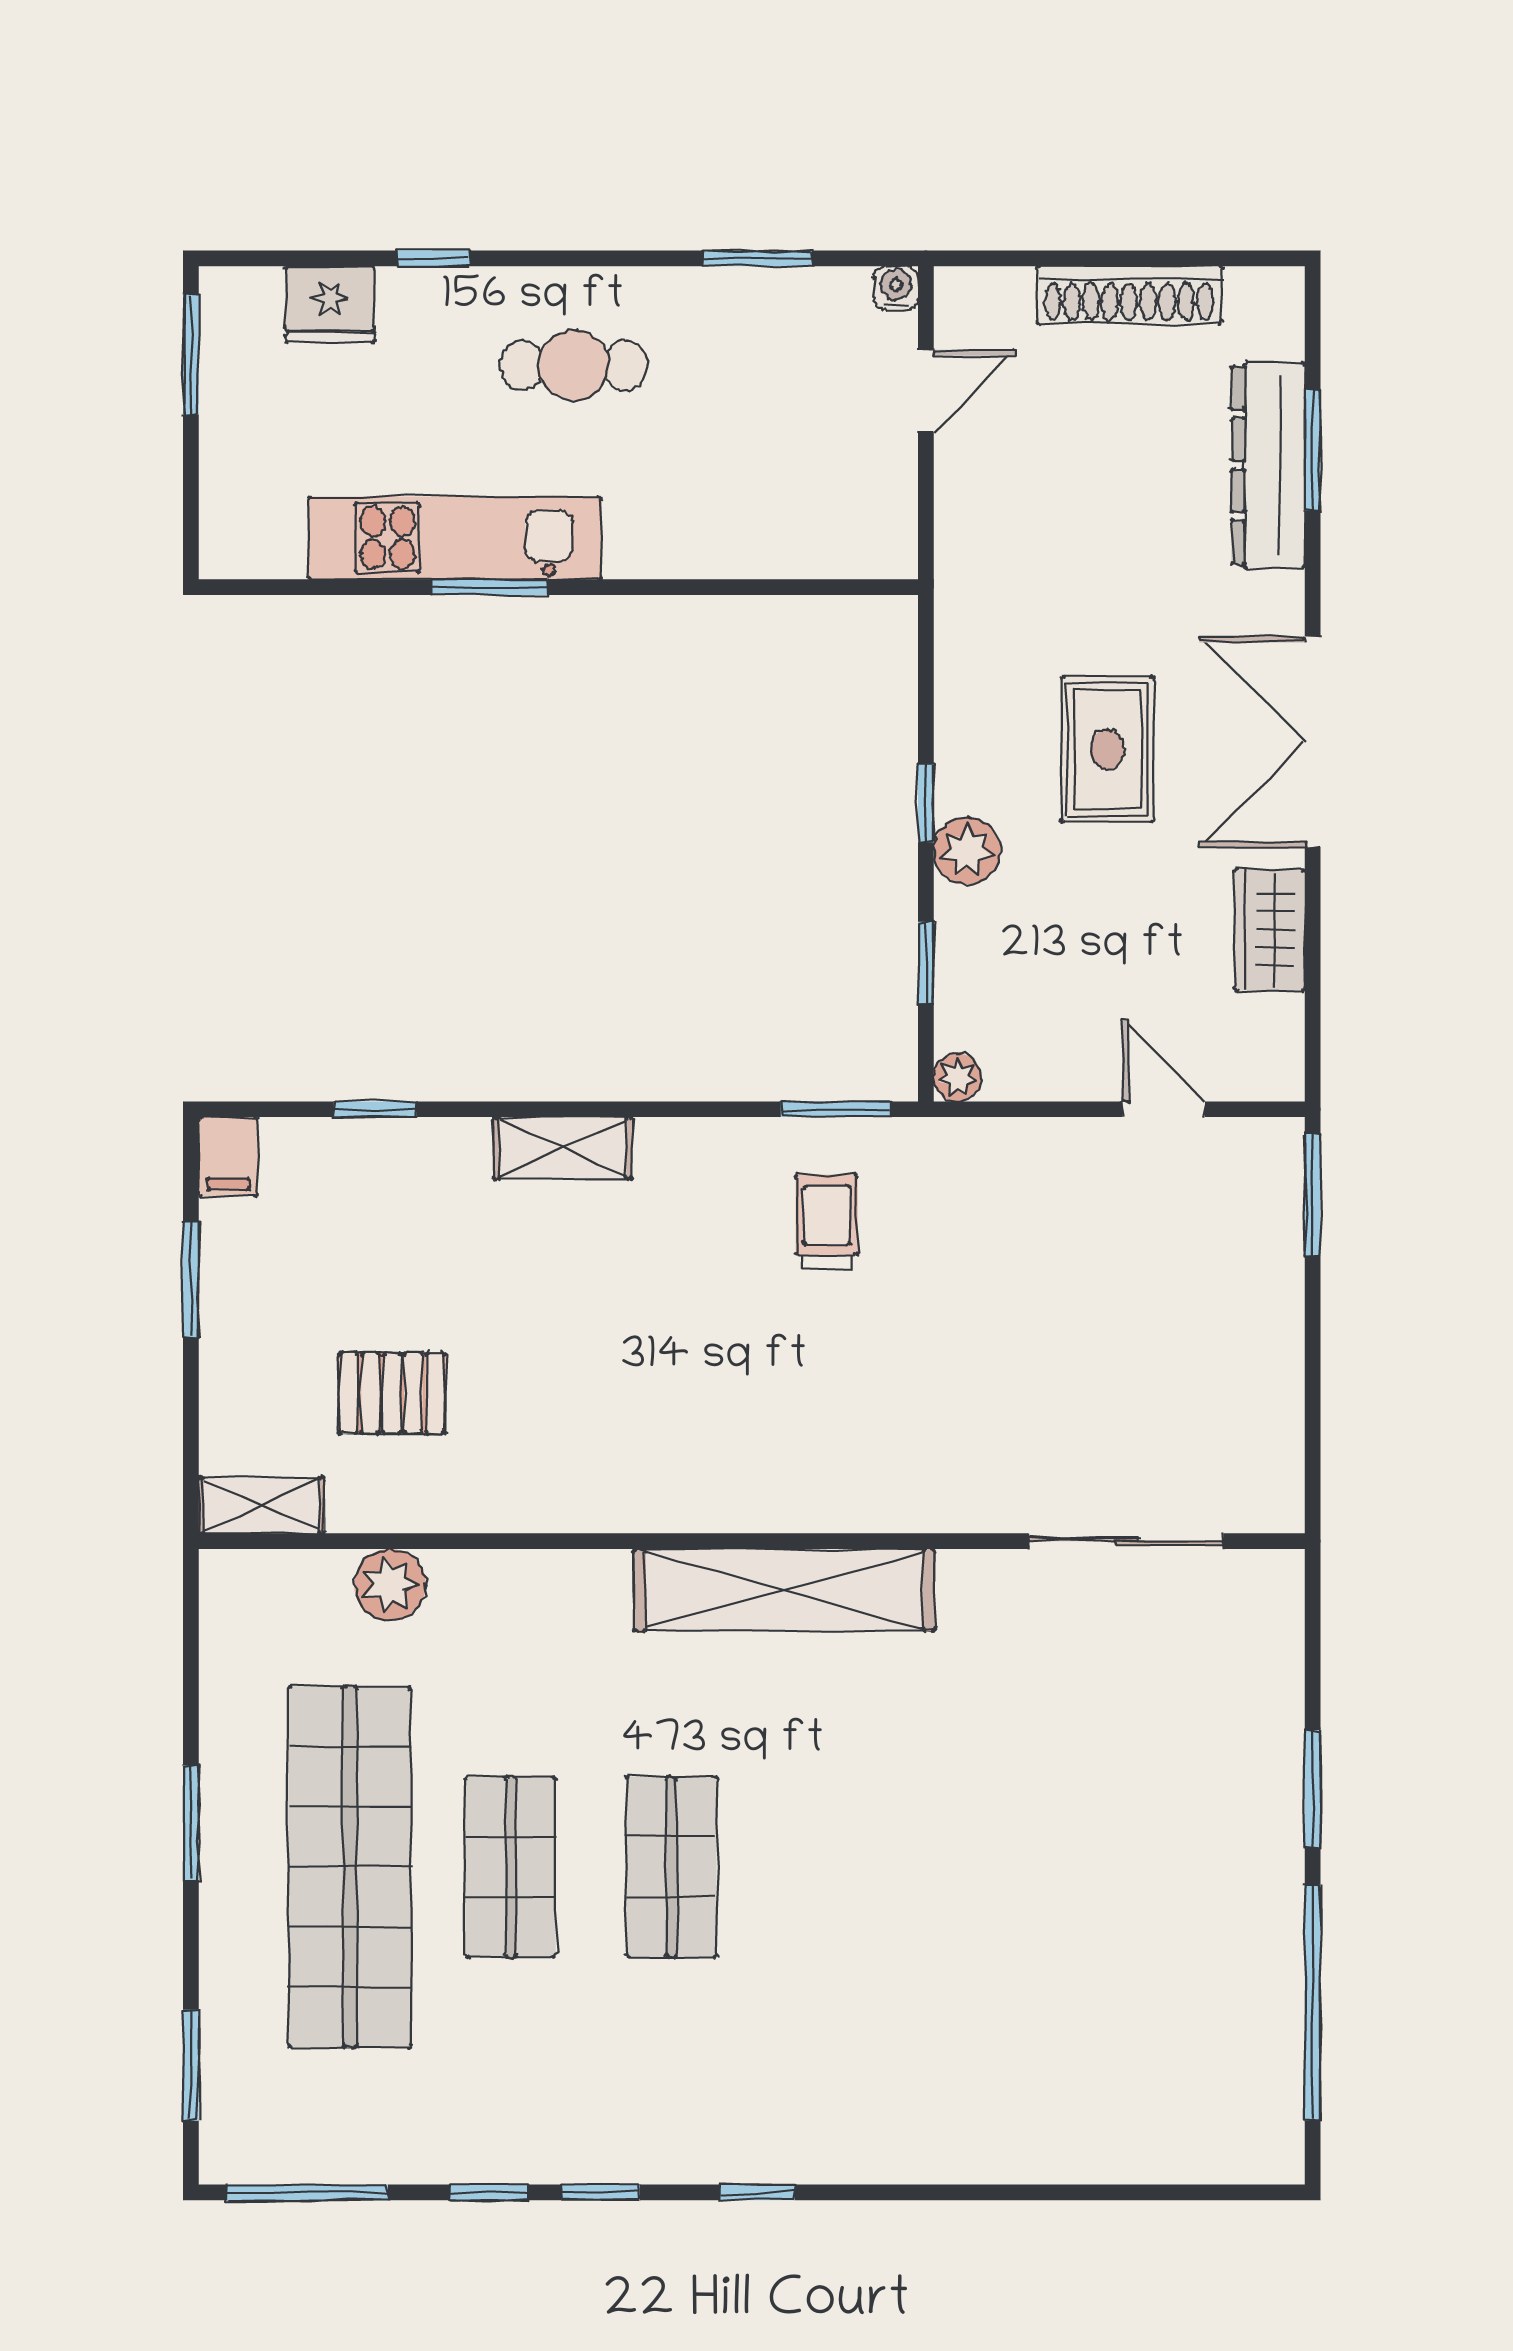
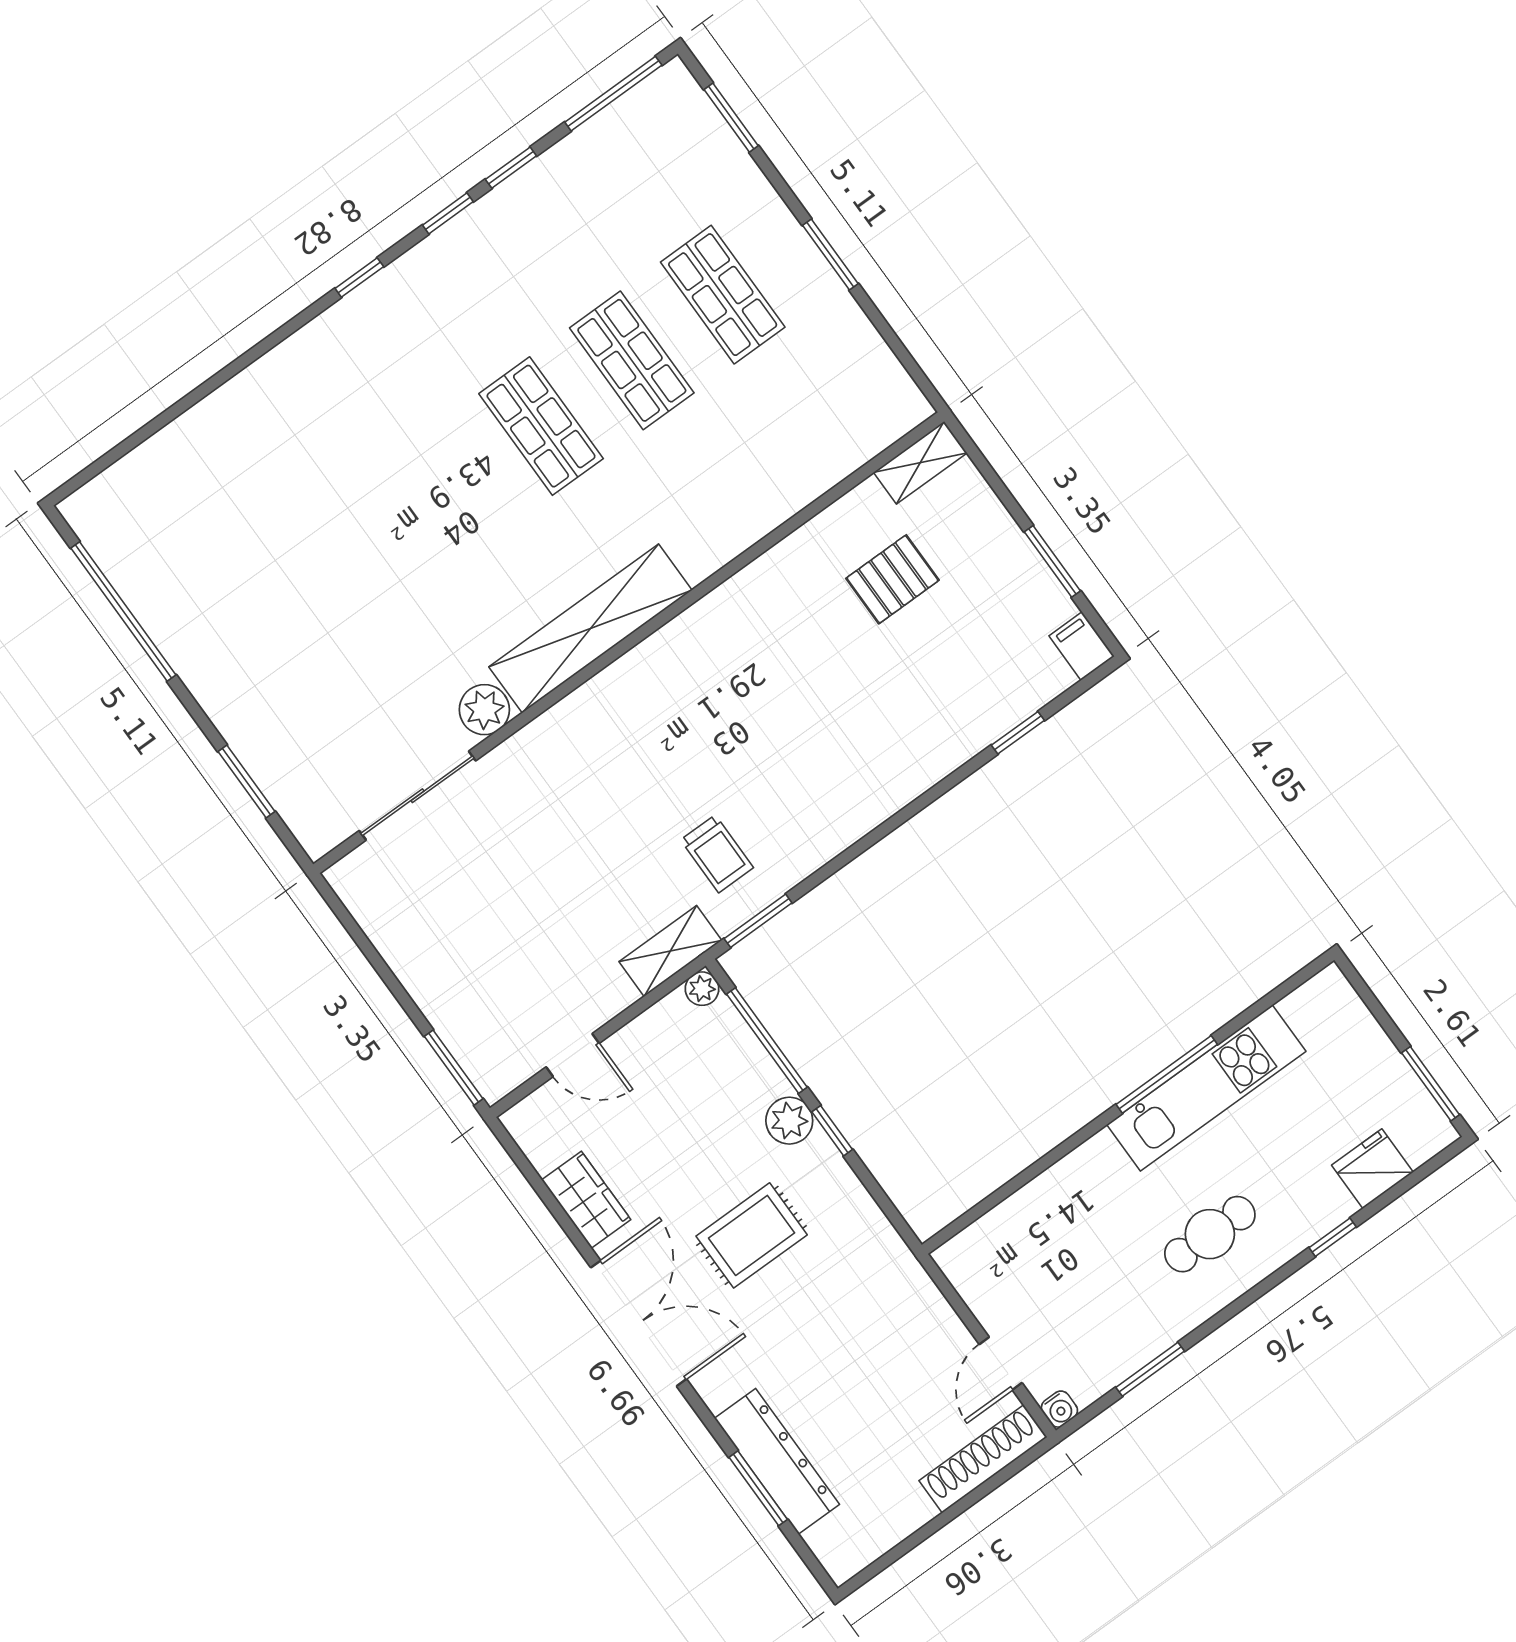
shoe rack: (1129, 295) -> (983, 1459), moved
window: (490, 587) -> (1167, 1074), width x1.44
rug: (1108, 749) -> (752, 1235), turned 90
window: (926, 963) -> (767, 1041), width x2.17
shelving: (563, 1148) -> (670, 951), moved
plant: (390, 1585) -> (484, 710), moved
window: (1313, 1789) -> (246, 781), moved
shop shelf: (350, 1867) -> (723, 295), width x0.50, depth x0.74

